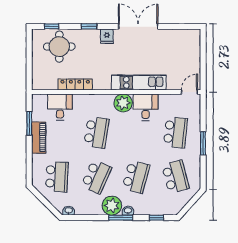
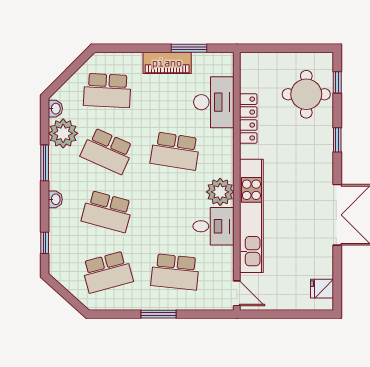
fridge: (107, 36) -> (322, 289), moved
kitchen unit: (139, 82) -> (251, 216), width x1.36
desk: (60, 107) -> (214, 102), width x1.37
plant: (112, 206) -> (63, 133), moved
window: (121, 218) -> (45, 163), moved

